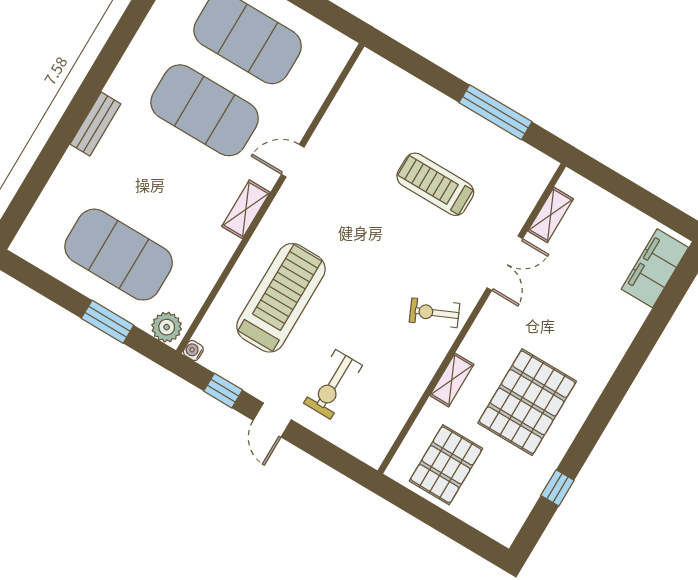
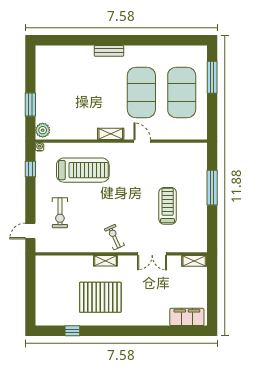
window: (495, 112) -> (212, 188), moved
shelving: (551, 215) -> (194, 261), moved
exercise mat: (119, 255) -> (61, 92), removed
shelving: (452, 380) -> (105, 261), moved
exercise bike: (333, 384) -> (60, 213), turned -90
door: (272, 420) -> (30, 231), moved
pallet: (446, 465) -> (55, 279), removed

